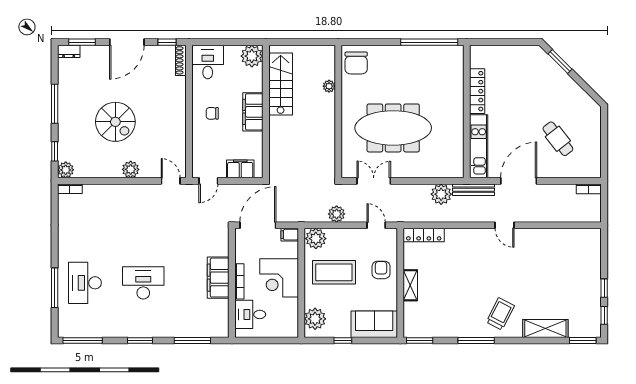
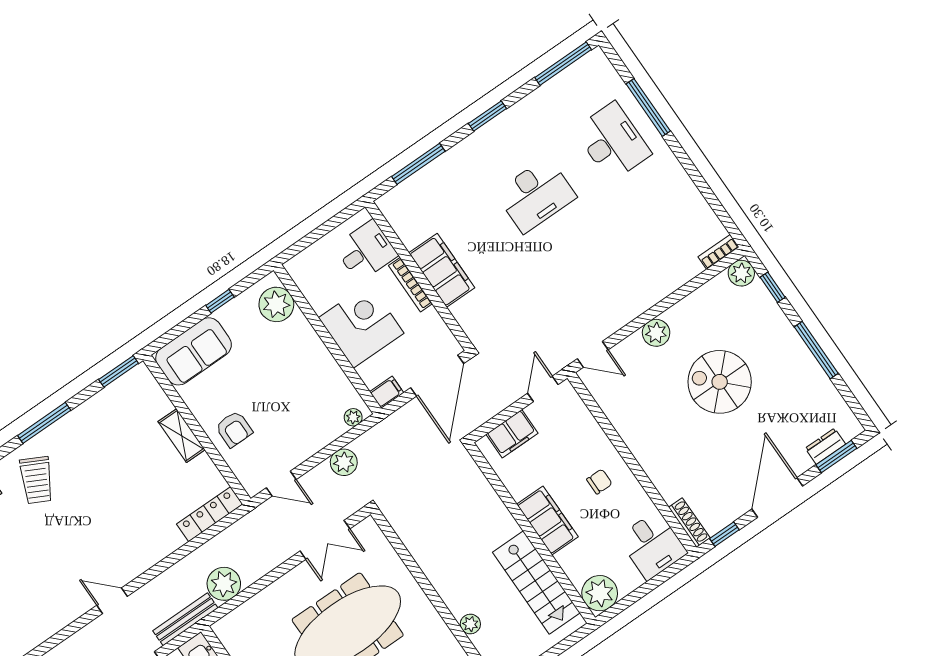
dresser: (69, 51) -> (825, 446), moved
plant: (316, 239) -> (353, 417), width x0.53, depth x0.53
coffee table: (334, 272) -> (294, 383), removed

